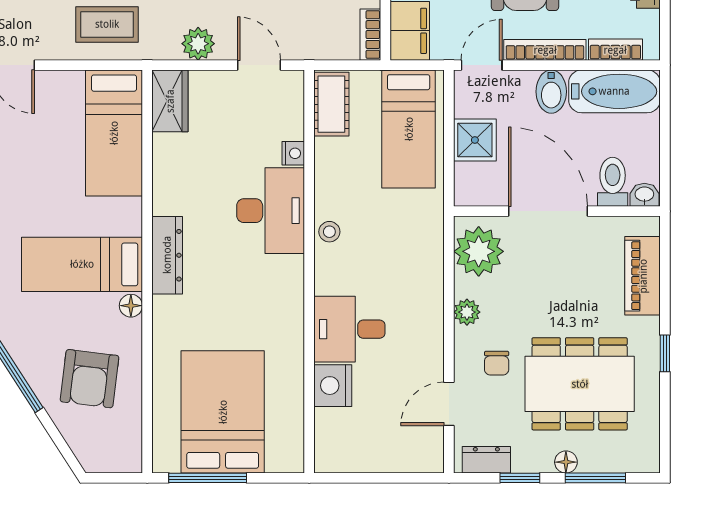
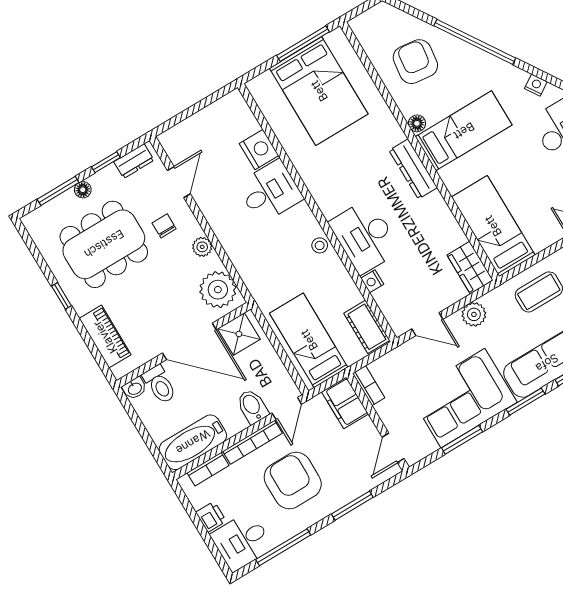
bidet: (551, 92) -> (252, 406), moved
shower: (475, 140) -> (239, 334), moved

